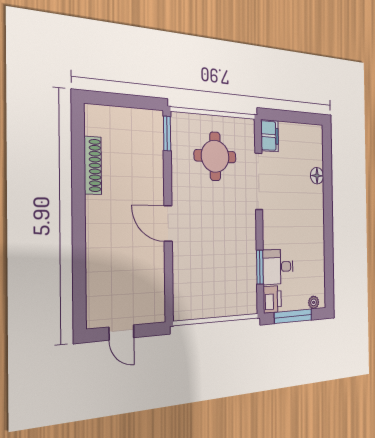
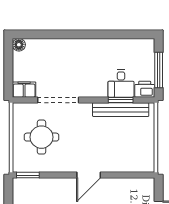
floor lamp: (317, 176) -> (19, 45), moved
bench: (249, 268) -> (121, 110), added
plant: (314, 302) -> (149, 50), removed

